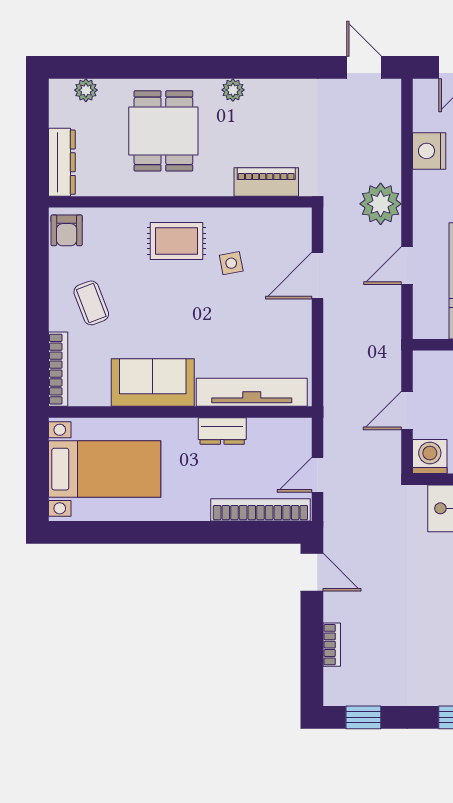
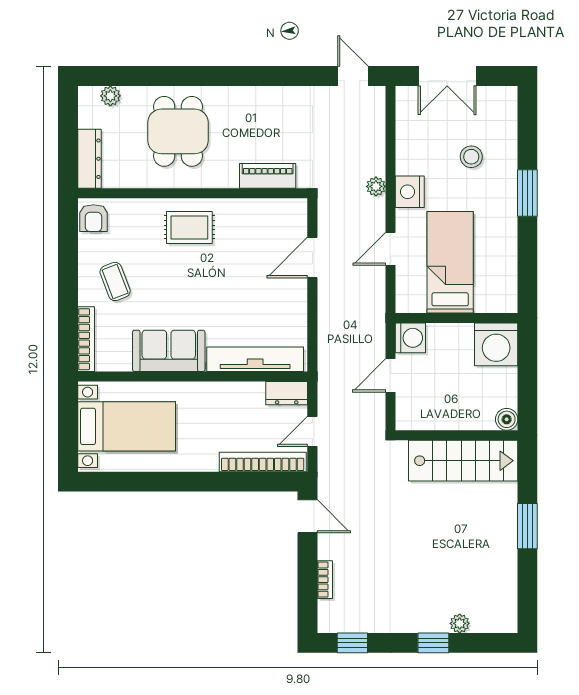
plant: (233, 90) -> (239, 96), removed
nightstand: (429, 151) -> (410, 192), moved
plant: (381, 204) -> (376, 186), width x0.53, depth x0.53
side table: (231, 263) -> (237, 247), removed
dresser: (222, 431) -> (287, 393), moved
washing machine: (430, 456) -> (410, 338), moved, turned 90

